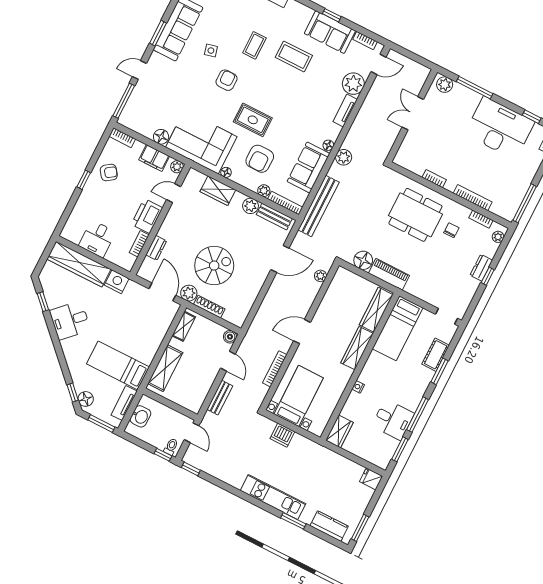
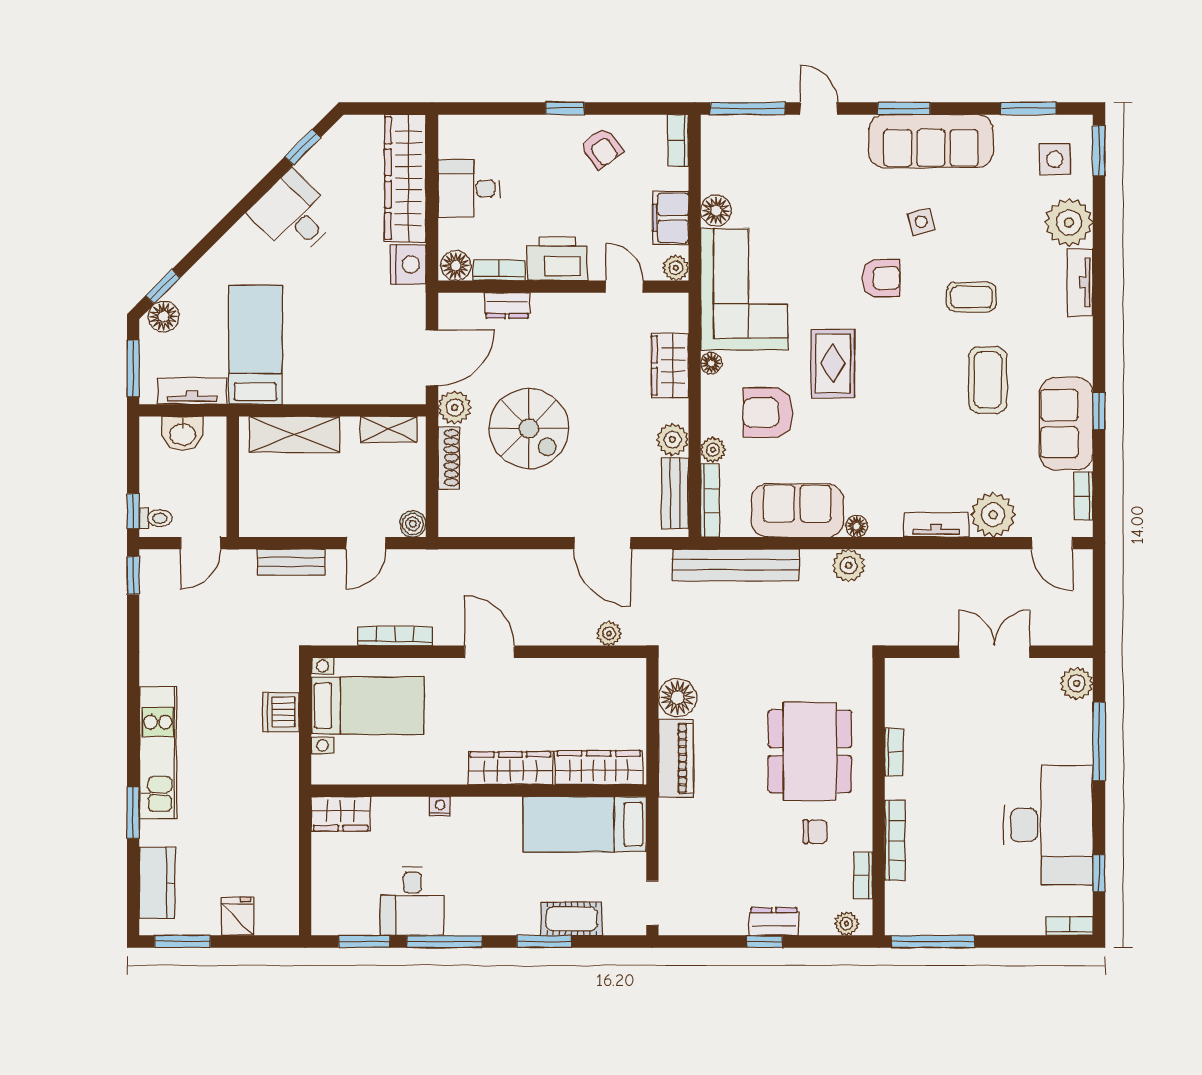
floor lamp: (128, 261) -> (456, 266), added
fridge: (371, 479) -> (237, 916), moved

